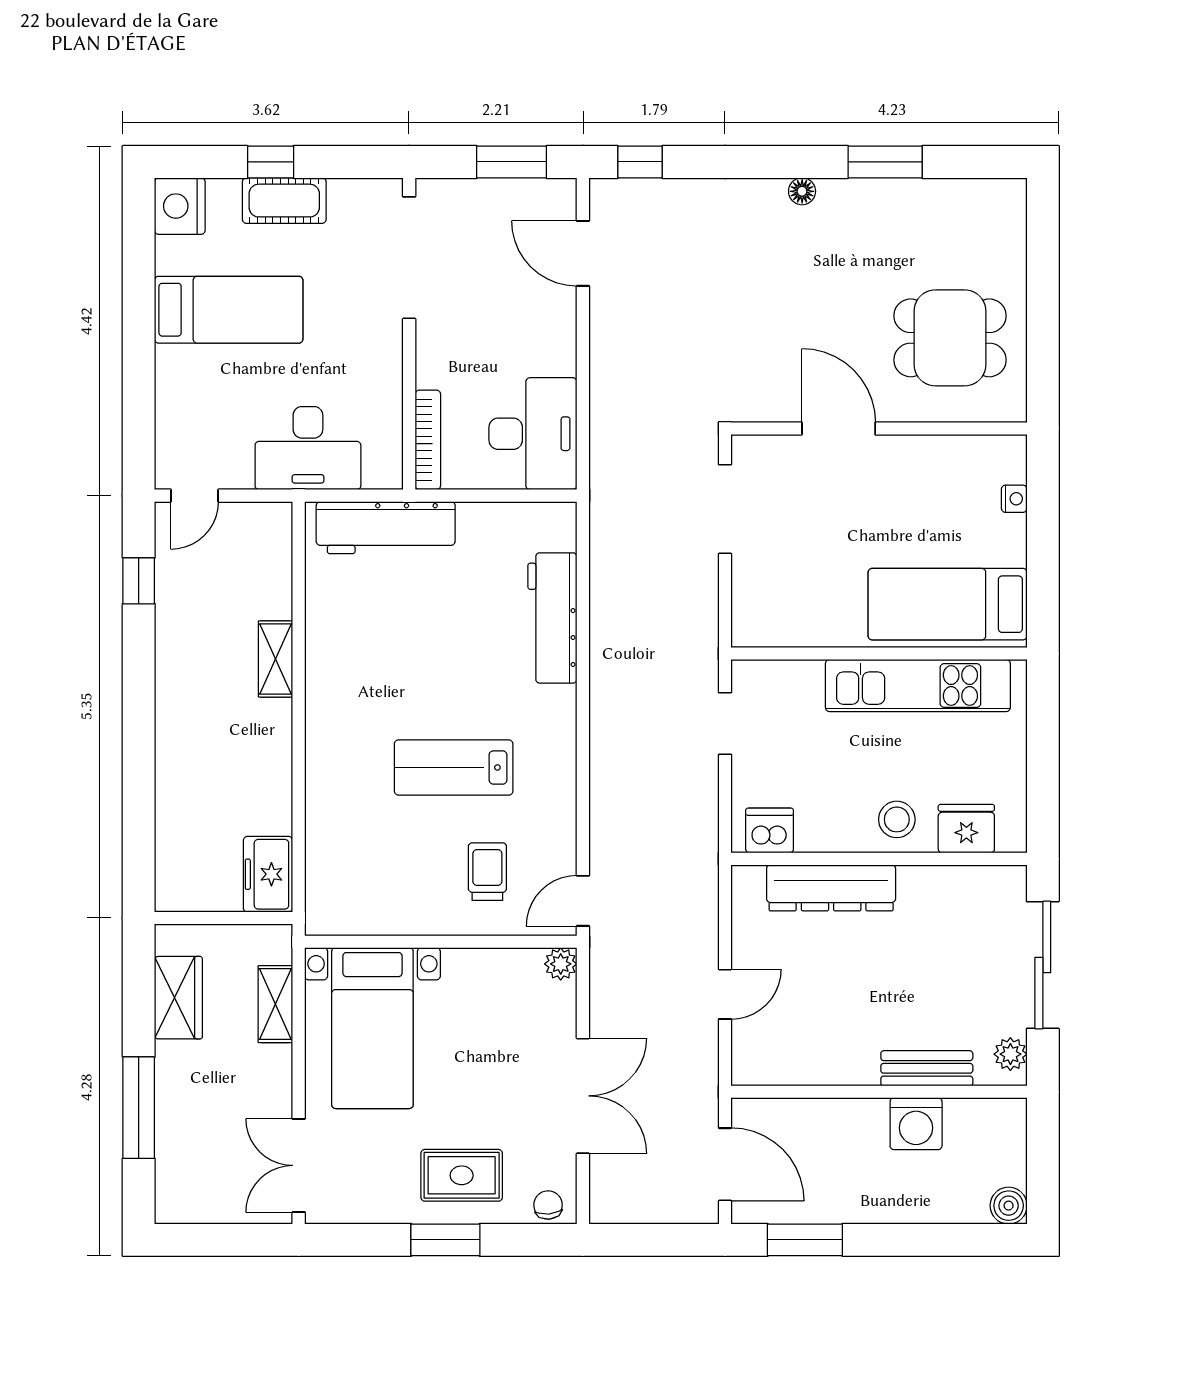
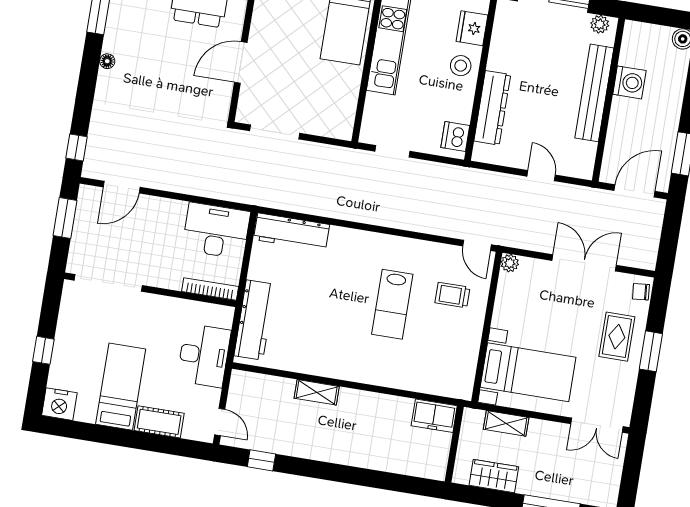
cot: (284, 201) -> (159, 422), moved, turned 90
workbench: (552, 618) -> (292, 232), moved
bench: (927, 1068) -> (594, 93), width x1.86, depth x1.21

